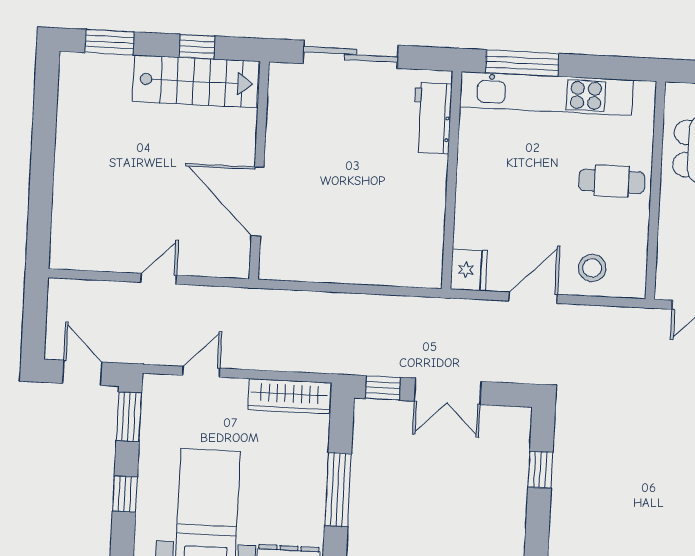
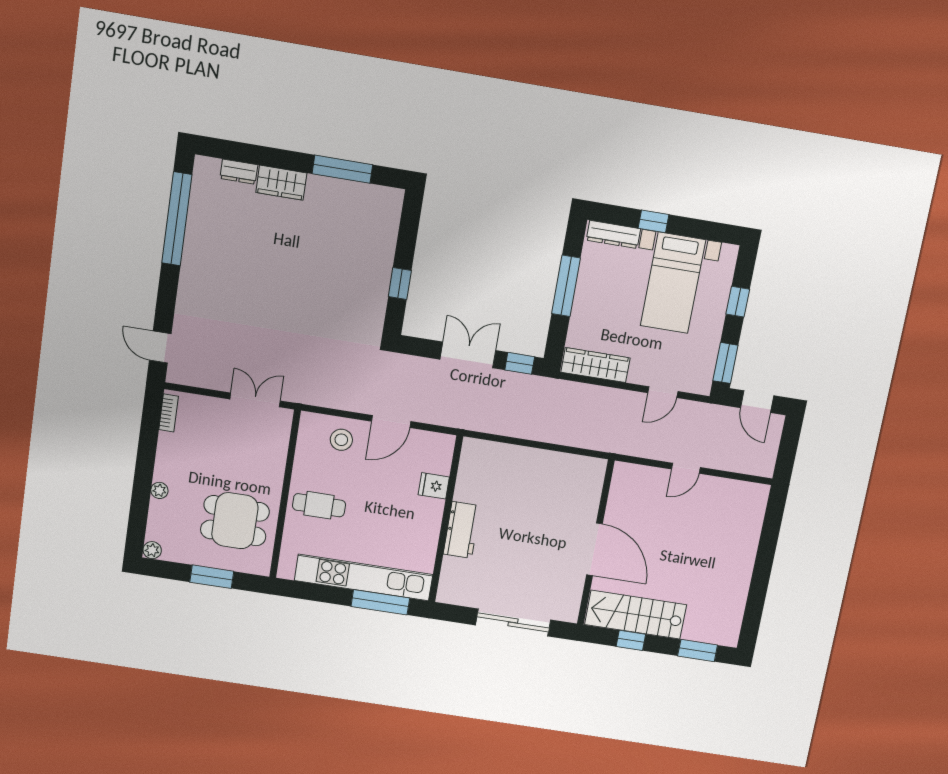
workbench: (432, 118) -> (462, 530), moved
door: (258, 202) -> (594, 549), moved
fridge: (469, 270) -> (434, 486), moved, width x0.72

